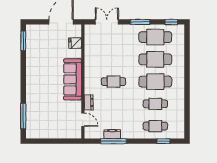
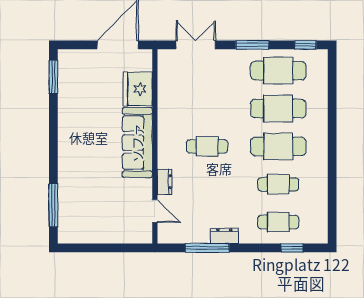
fridge: (75, 43) -> (138, 89), width x1.88, depth x1.34
dresser: (112, 134) -> (224, 236), moved

